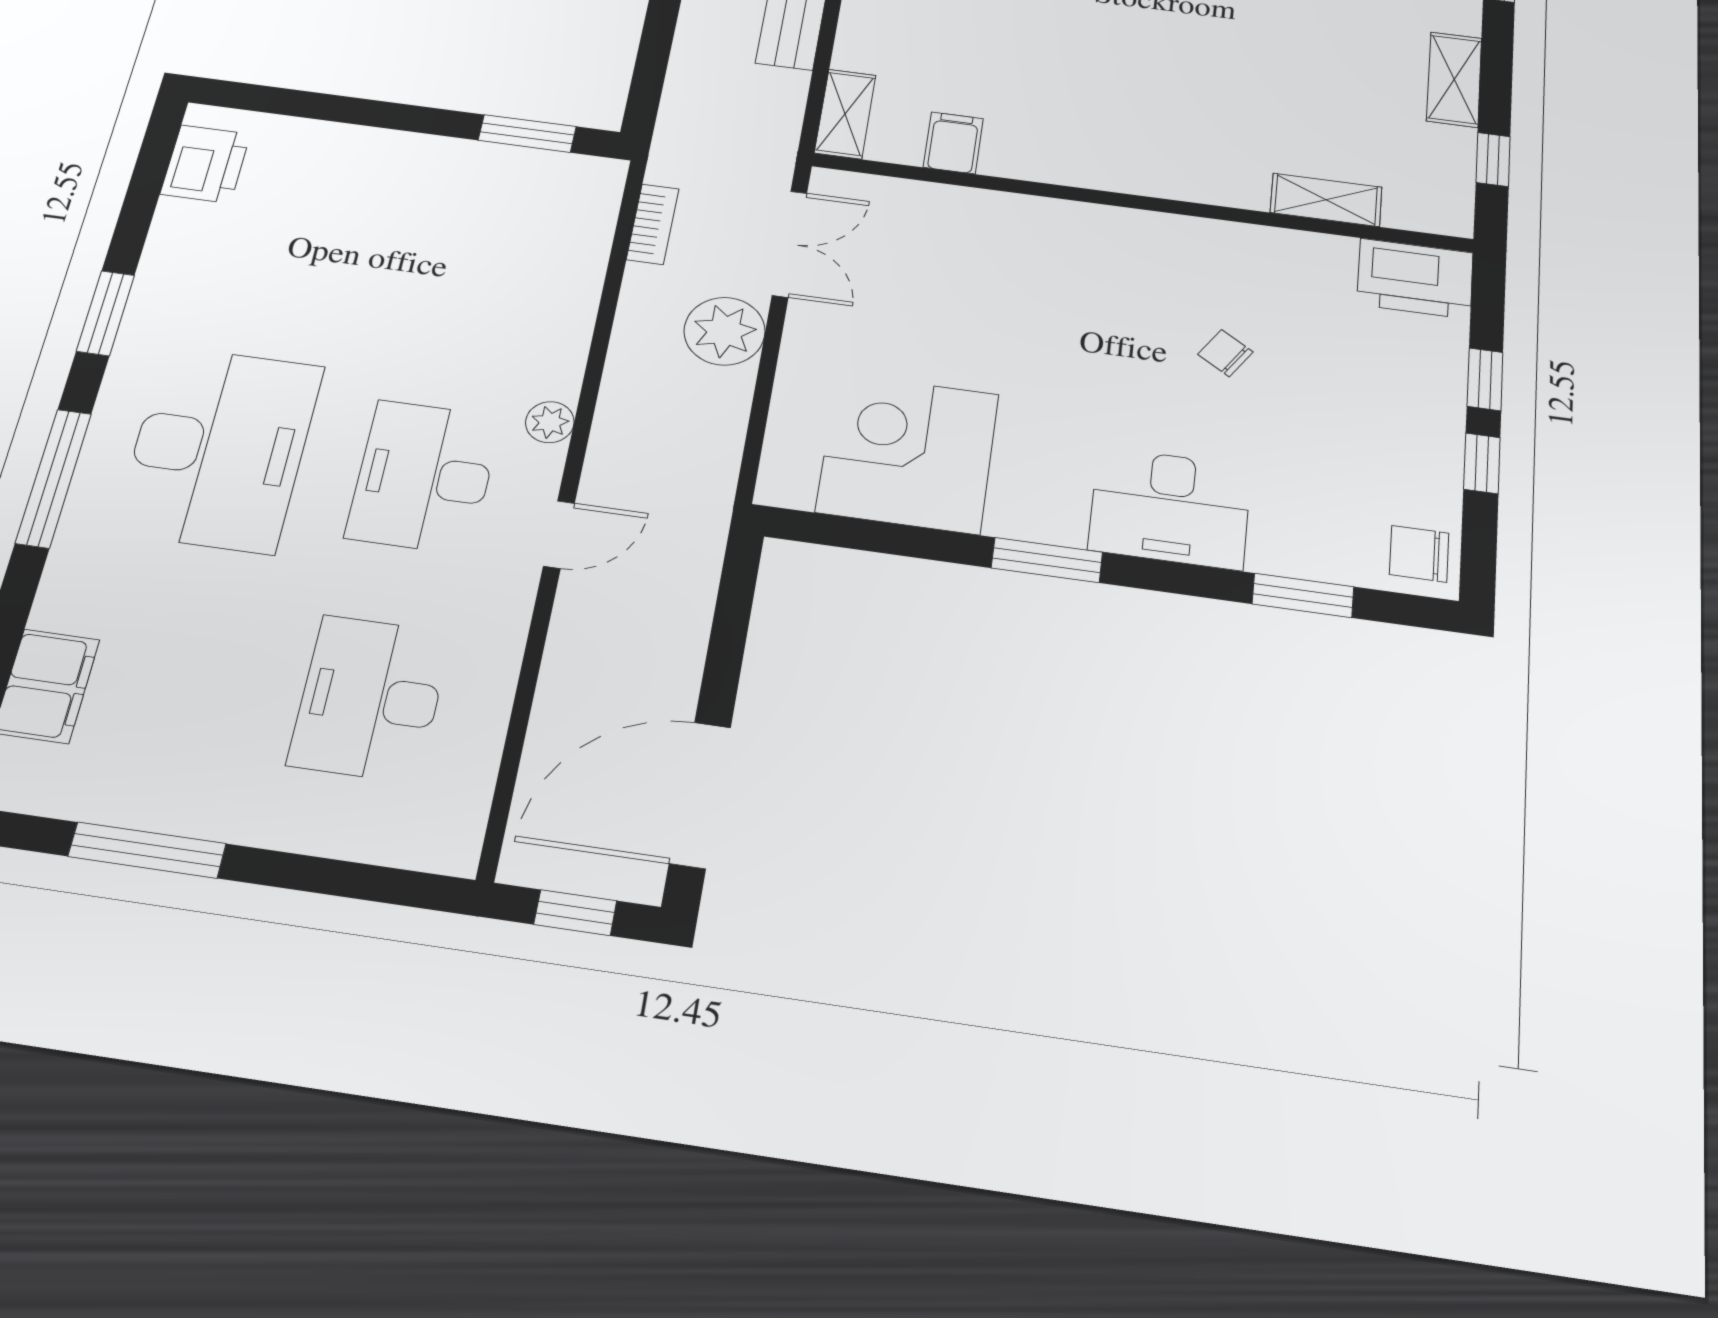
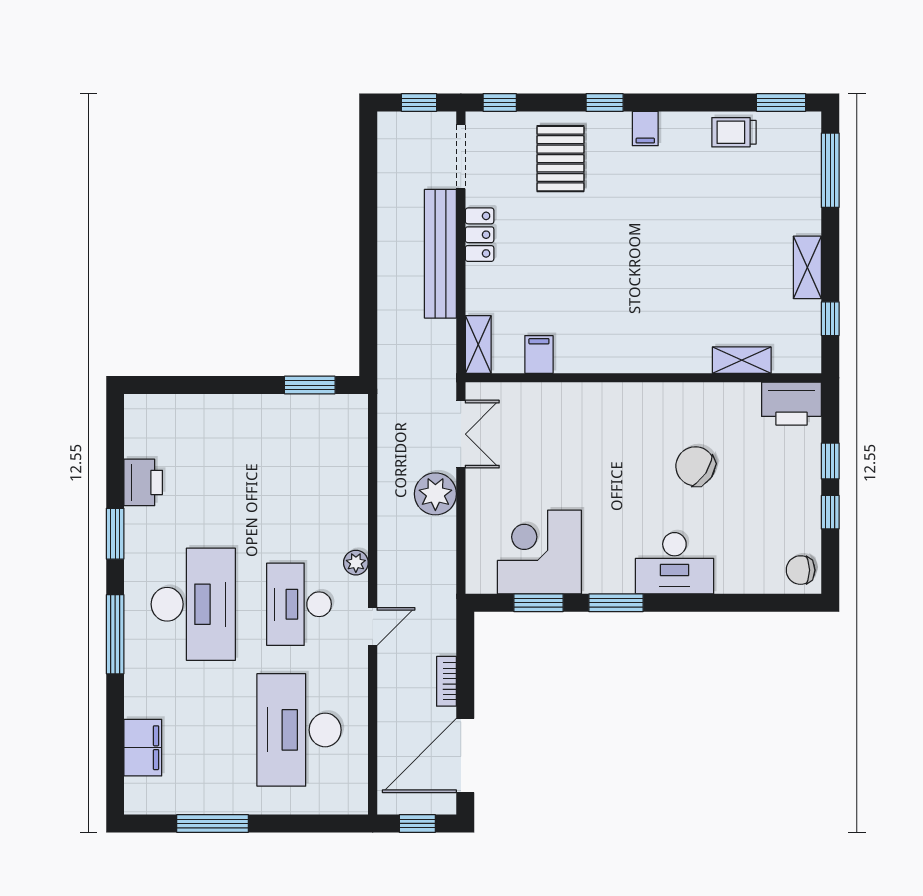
printer: (205, 164) -> (143, 482), moved
bookcase: (653, 224) -> (447, 681), moved, turned 180
chair: (1225, 353) -> (695, 466), width x1.87, depth x1.87
window: (1303, 595) -> (538, 603), moved
desk: (370, 698) -> (299, 730), width x1.36, depth x1.30

